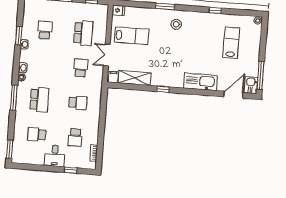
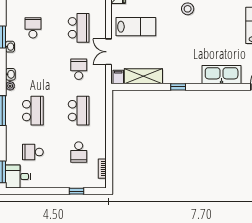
school desk: (78, 103) -> (79, 111), width x1.85
desk: (55, 156) -> (18, 177), moved, turned 90

